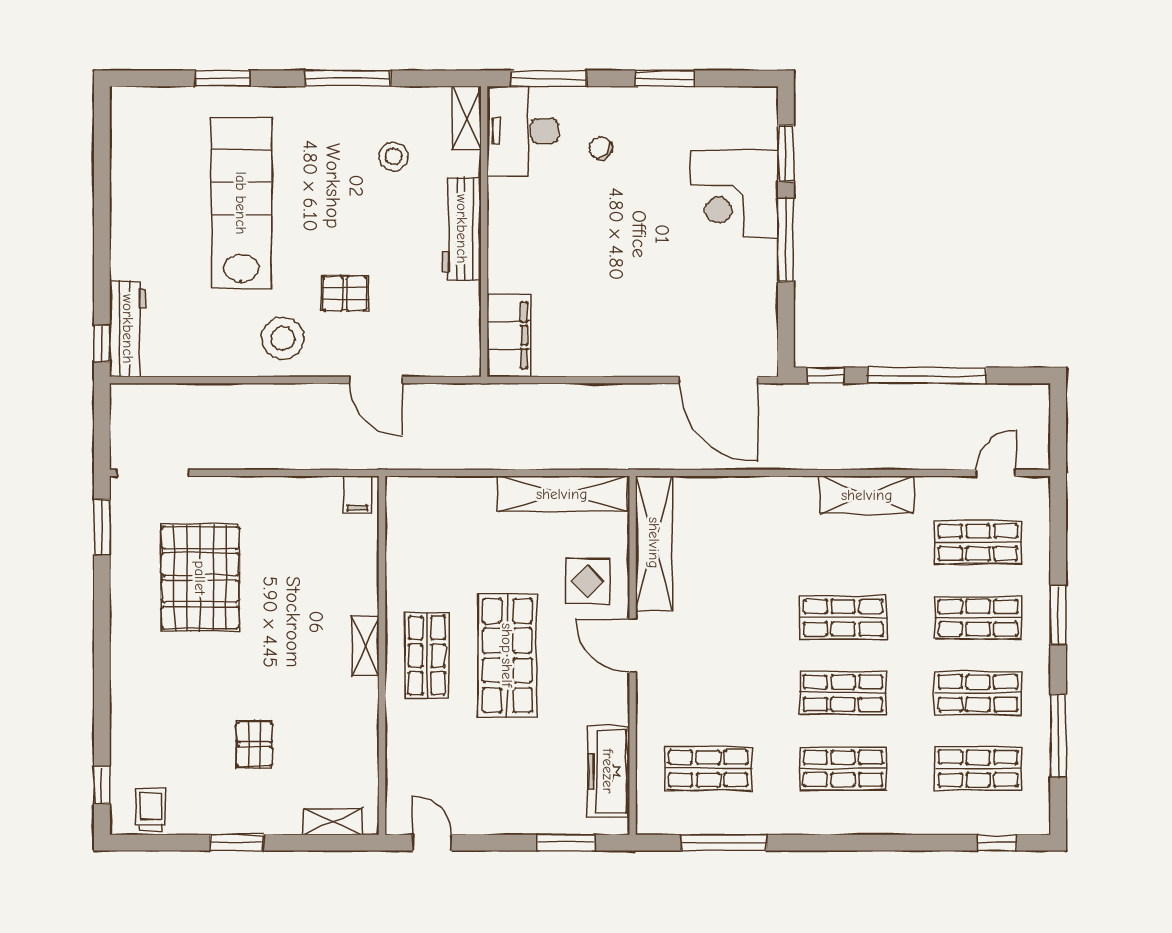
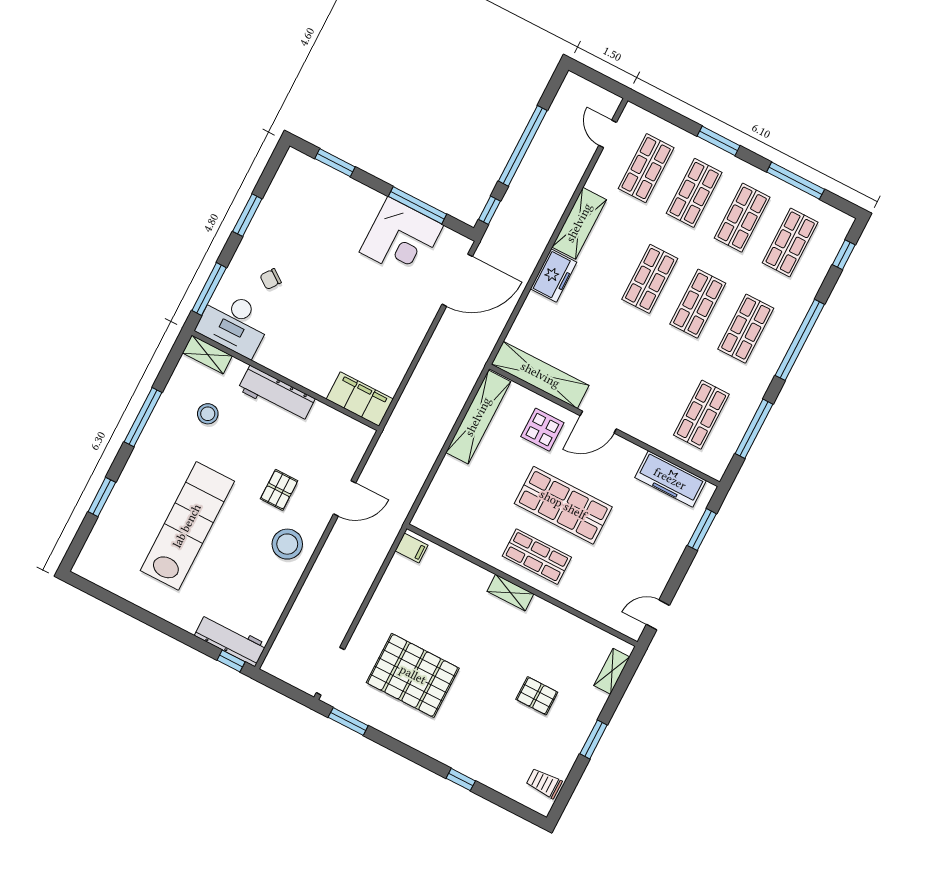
corner desk: (734, 194) -> (401, 239), moved
lab bench: (241, 203) -> (187, 526), turned 90
window: (786, 240) -> (418, 205), moved
freezer: (786, 496) -> (554, 276), added
window: (102, 785) -> (461, 780), moved
window: (864, 843) -> (800, 340), added

